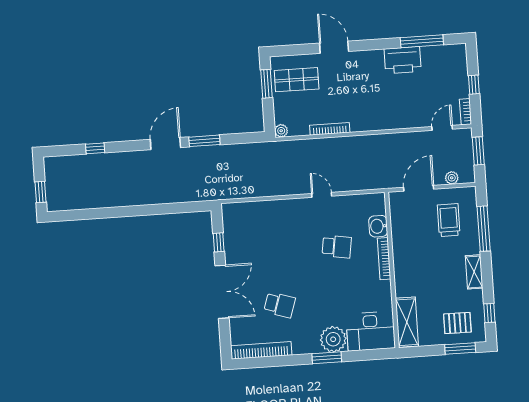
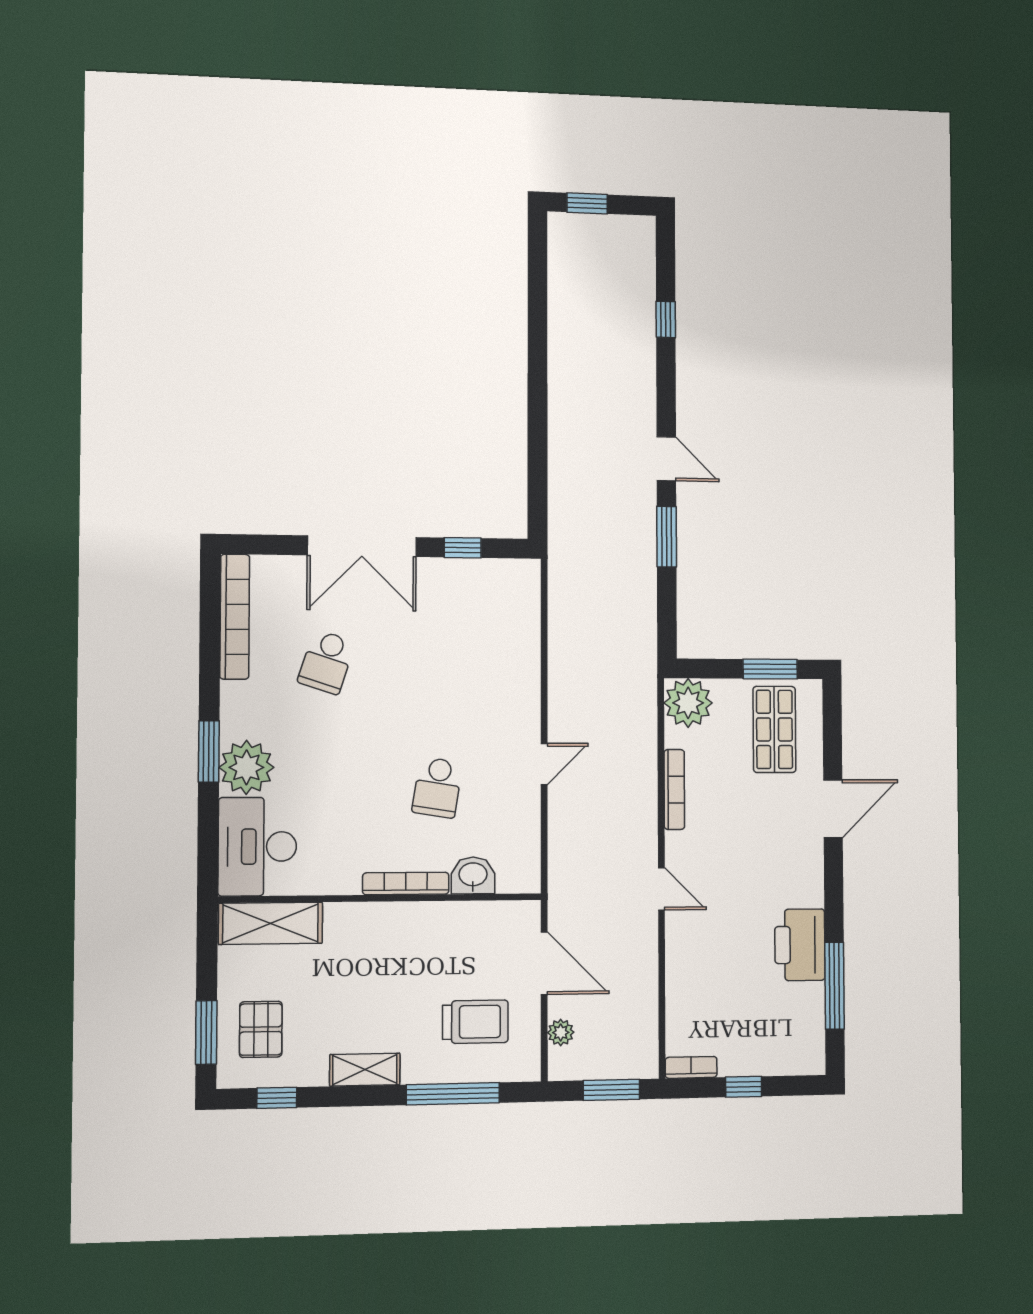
door: (442, 128) -> (661, 889), moved
plant: (281, 131) -> (688, 703), width x1.88, depth x1.88
door: (165, 144) -> (666, 459), width x0.73

